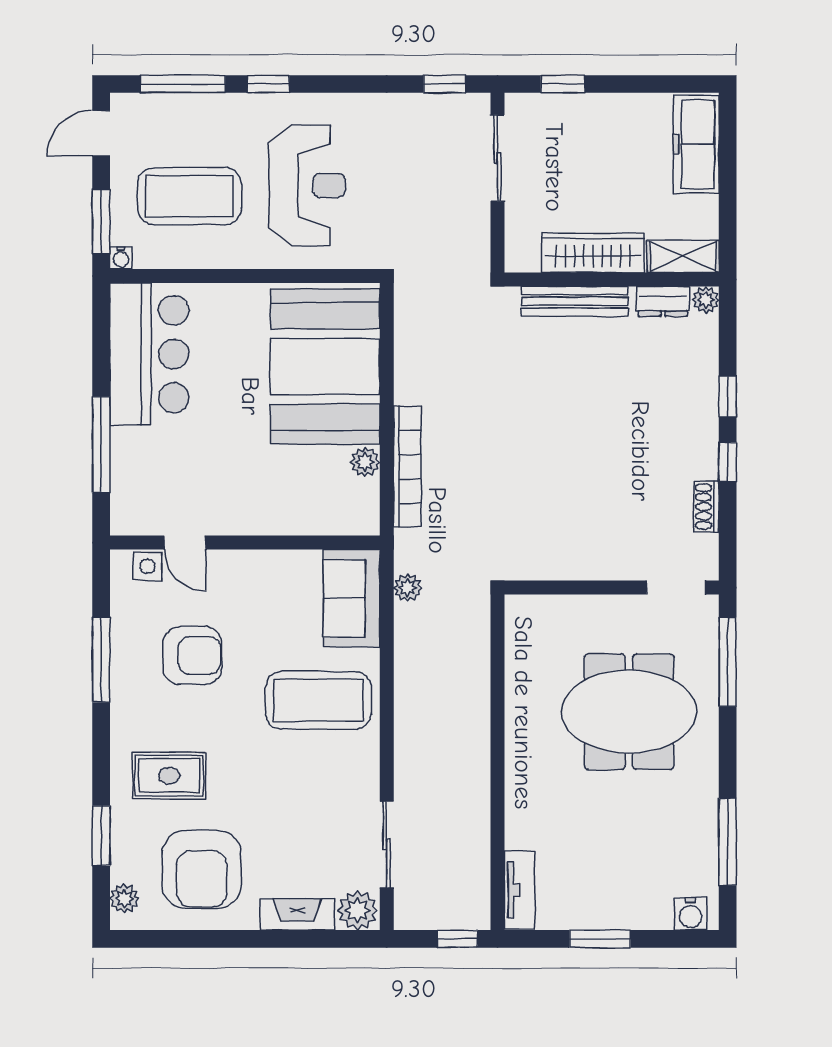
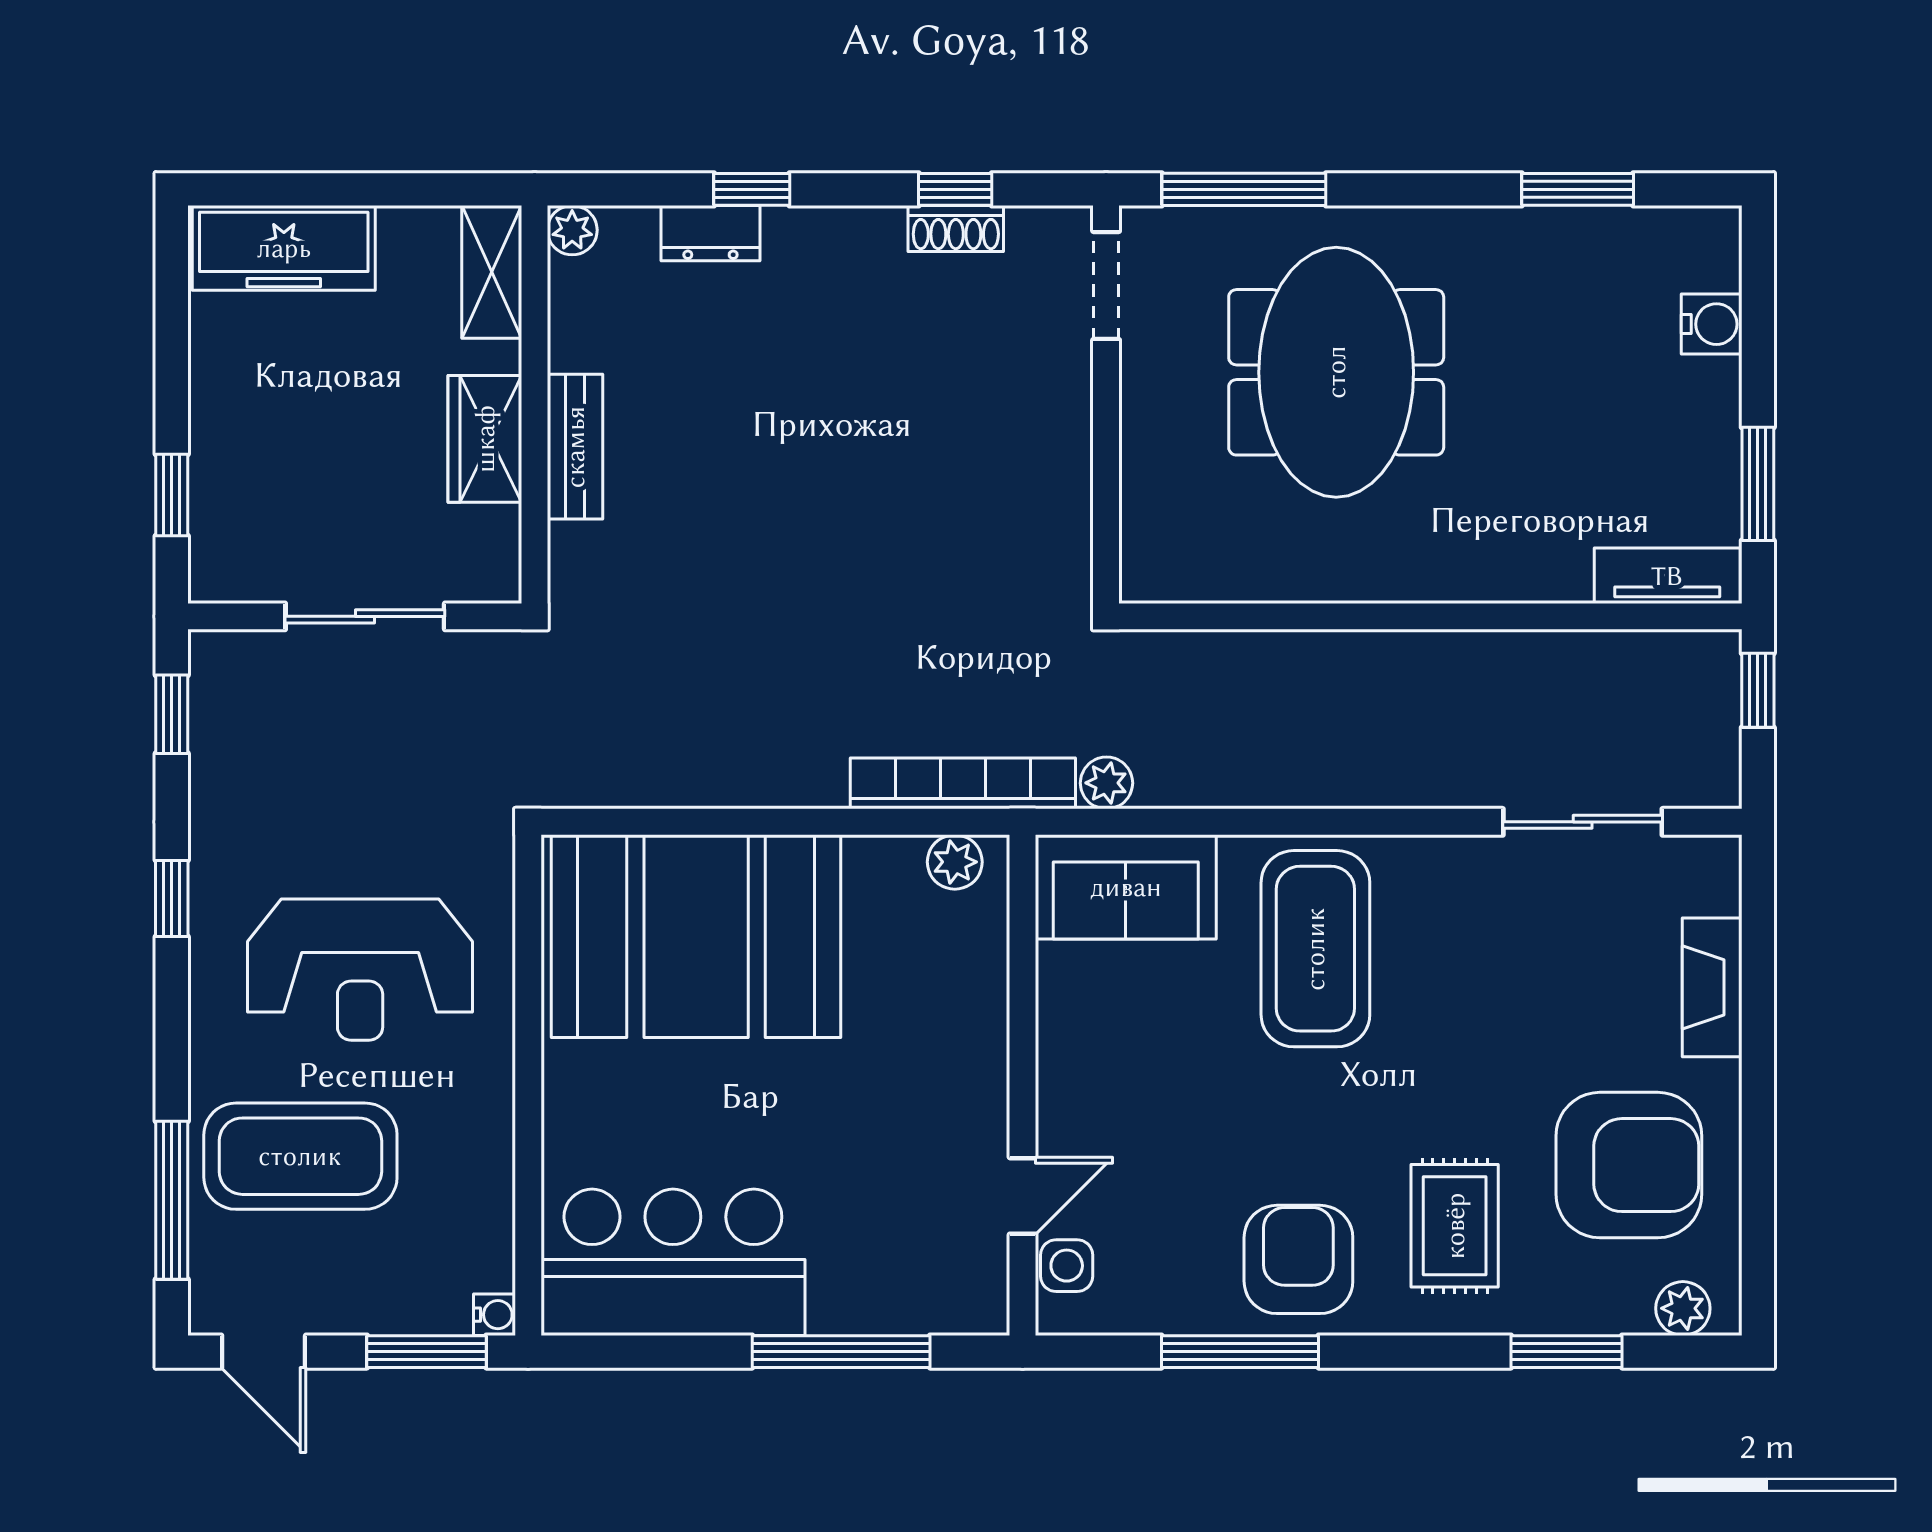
window: (268, 84) -> (172, 898), moved
sliding door: (497, 158) -> (365, 616), moved
reception desk: (307, 185) -> (360, 970), turned 180
coffee table: (189, 196) -> (300, 1156), moved, turned 90
wardrobe: (593, 253) -> (485, 439), width x0.67
bench: (575, 301) -> (575, 447), width x0.73
dresser: (663, 301) -> (710, 233), moved, turned 90
plant: (365, 462) -> (955, 862), moved
window: (728, 462) -> (955, 189), moved
bookcase: (407, 467) -> (963, 783), moved
armchair: (192, 655) -> (1298, 1259), moved
window: (728, 842) -> (1578, 189), width x0.69
plant: (358, 910) -> (1705, 876), removed
water cooler: (691, 914) -> (1712, 324), moved
window: (600, 939) -> (1758, 484), moved

